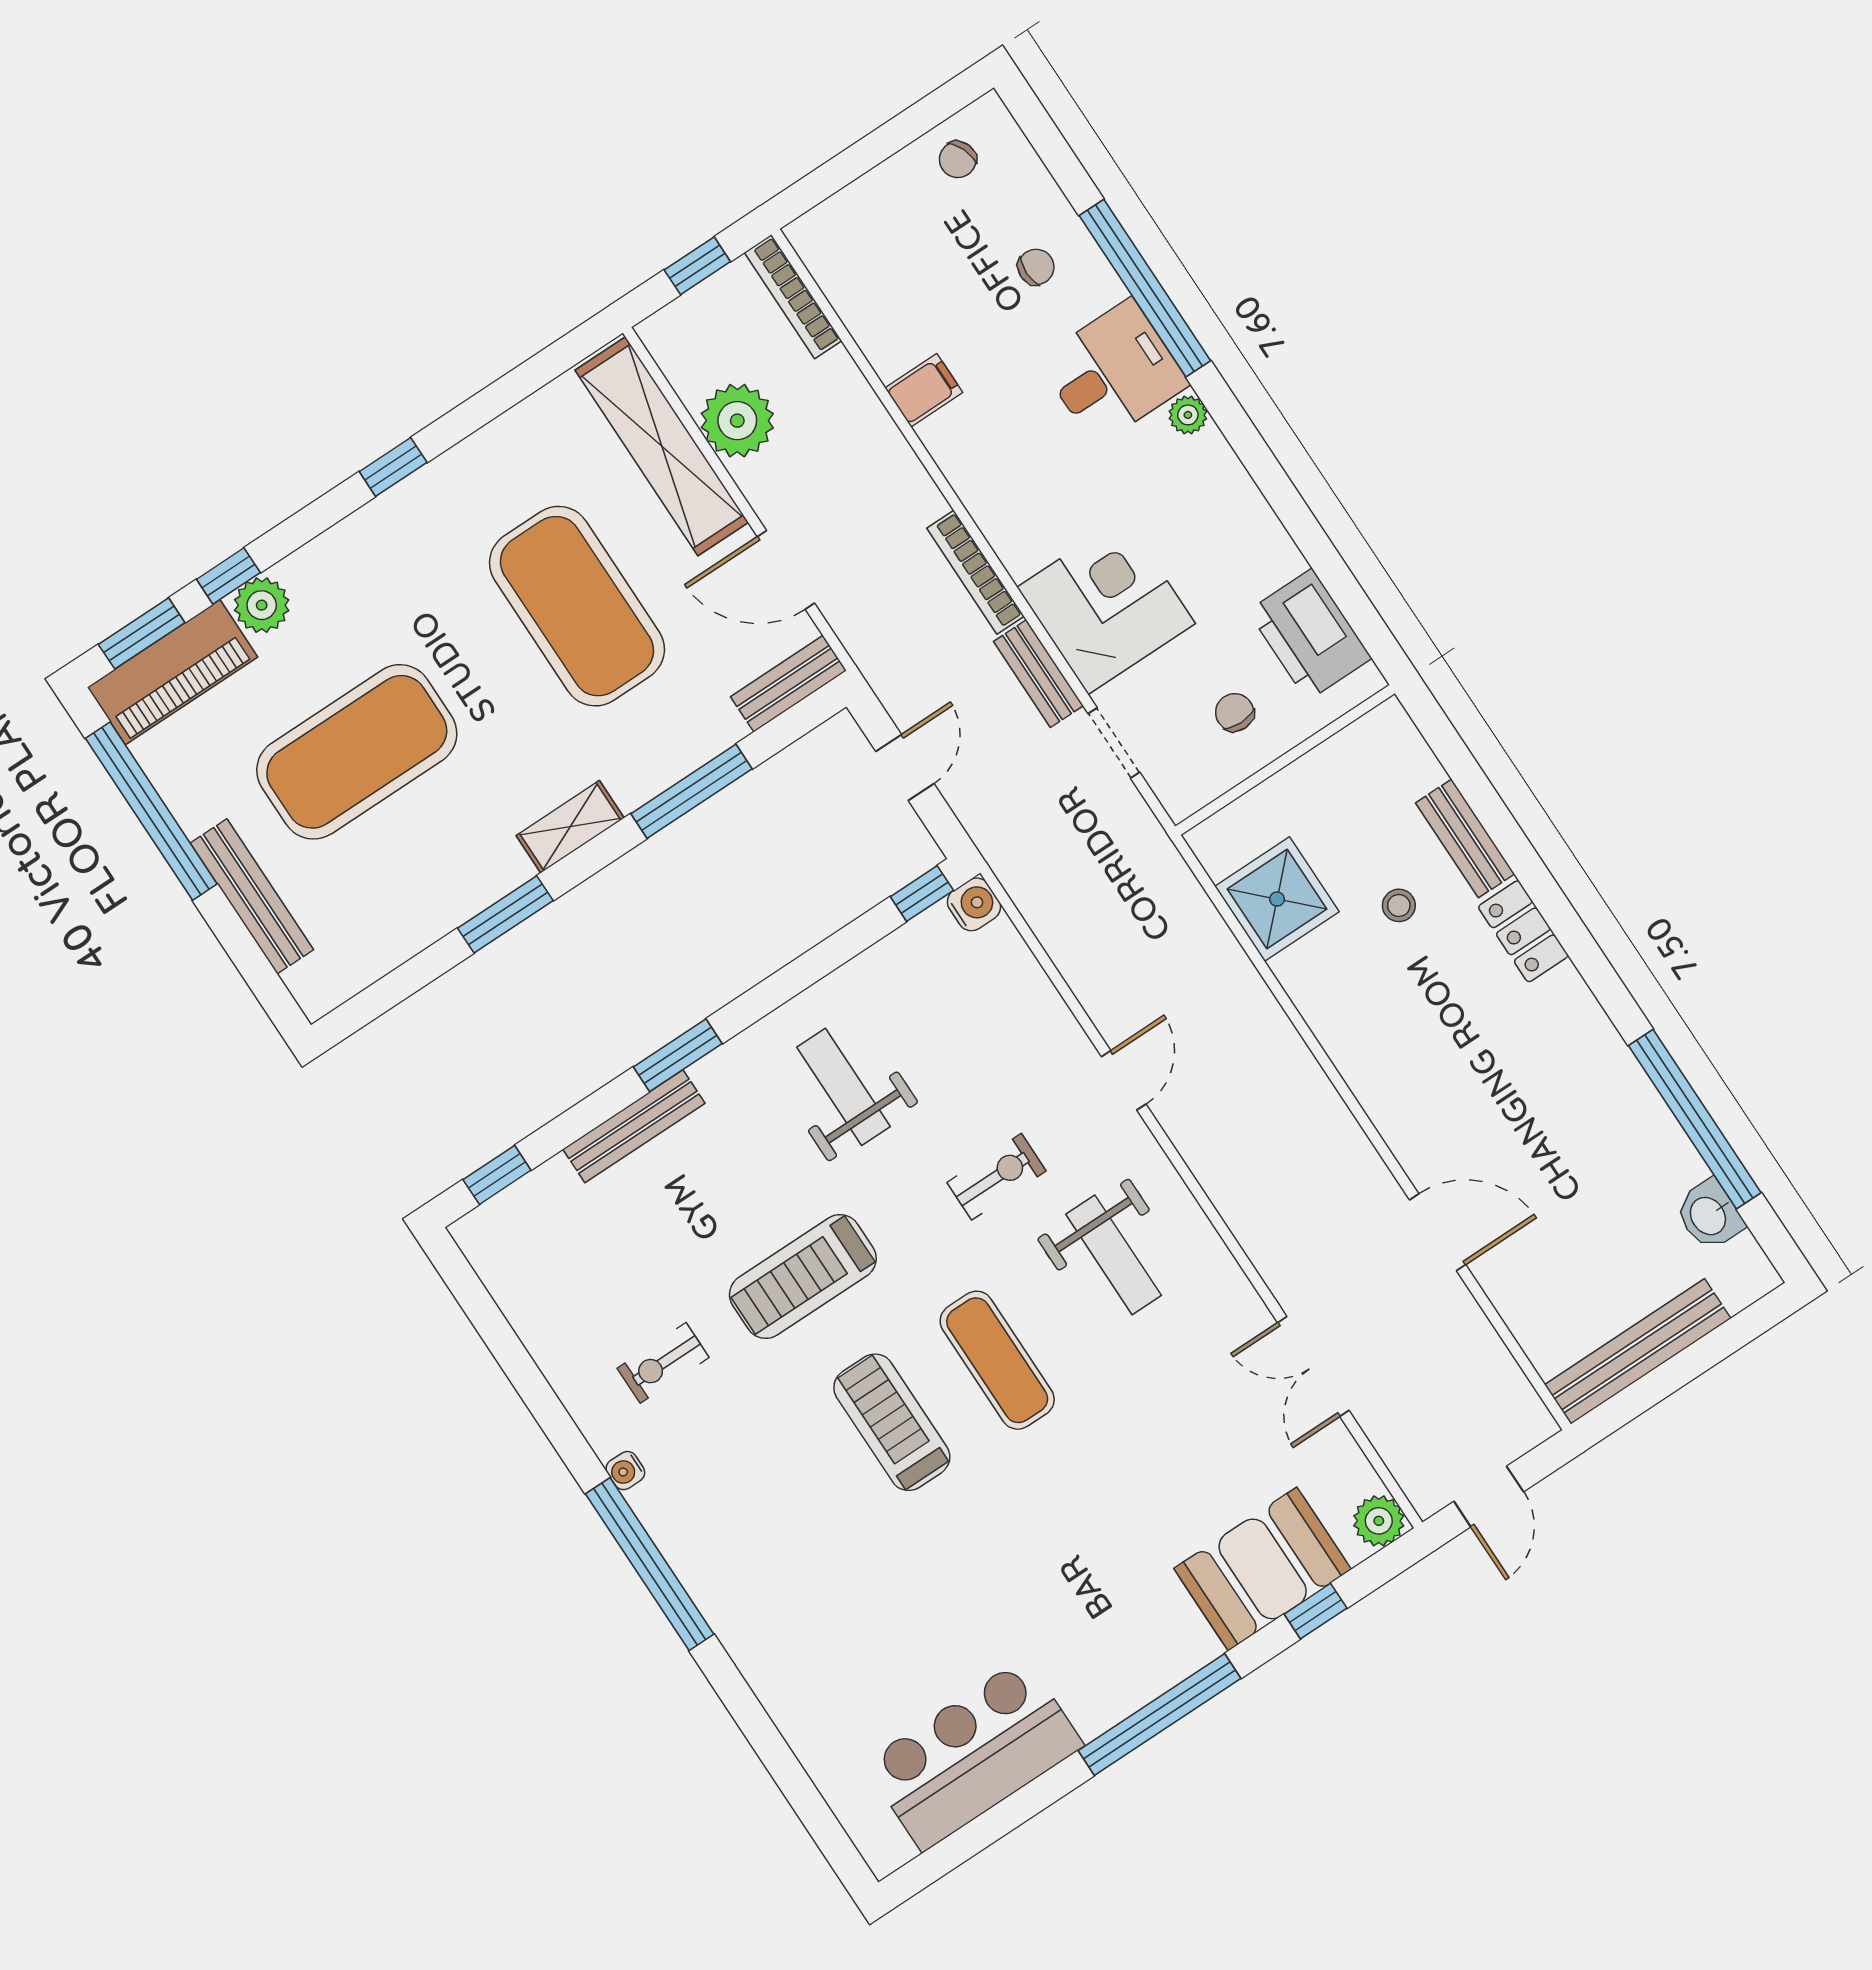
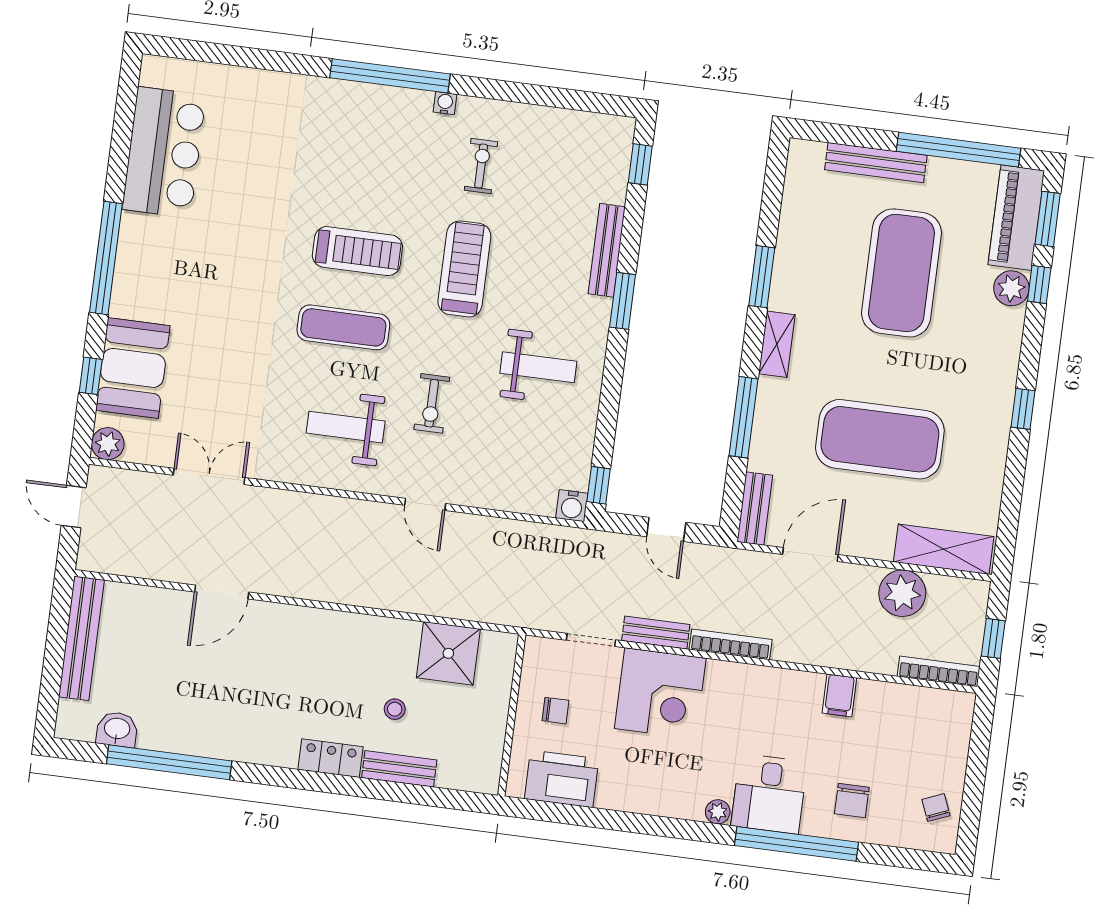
chair: (1036, 267) -> (852, 800), width x1.37, depth x1.37
shelving: (662, 446) -> (944, 549), width x0.68

